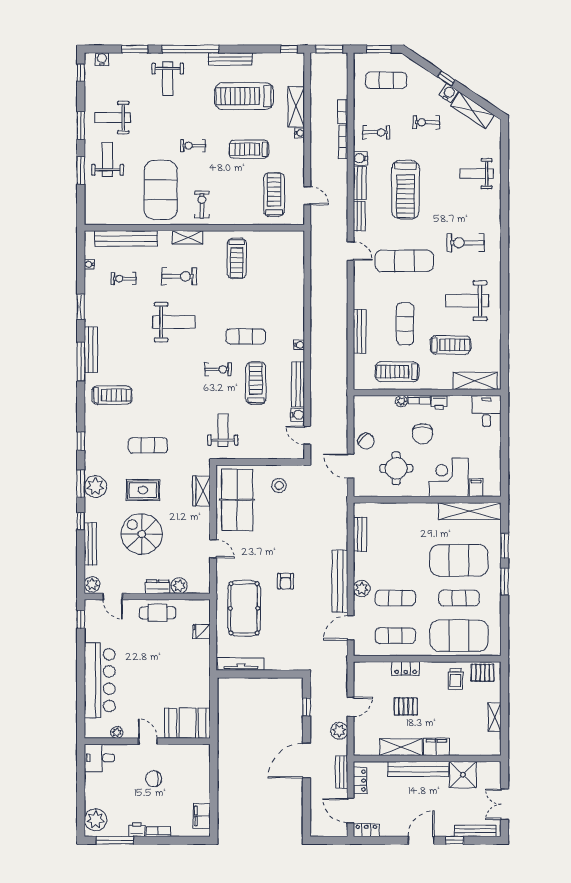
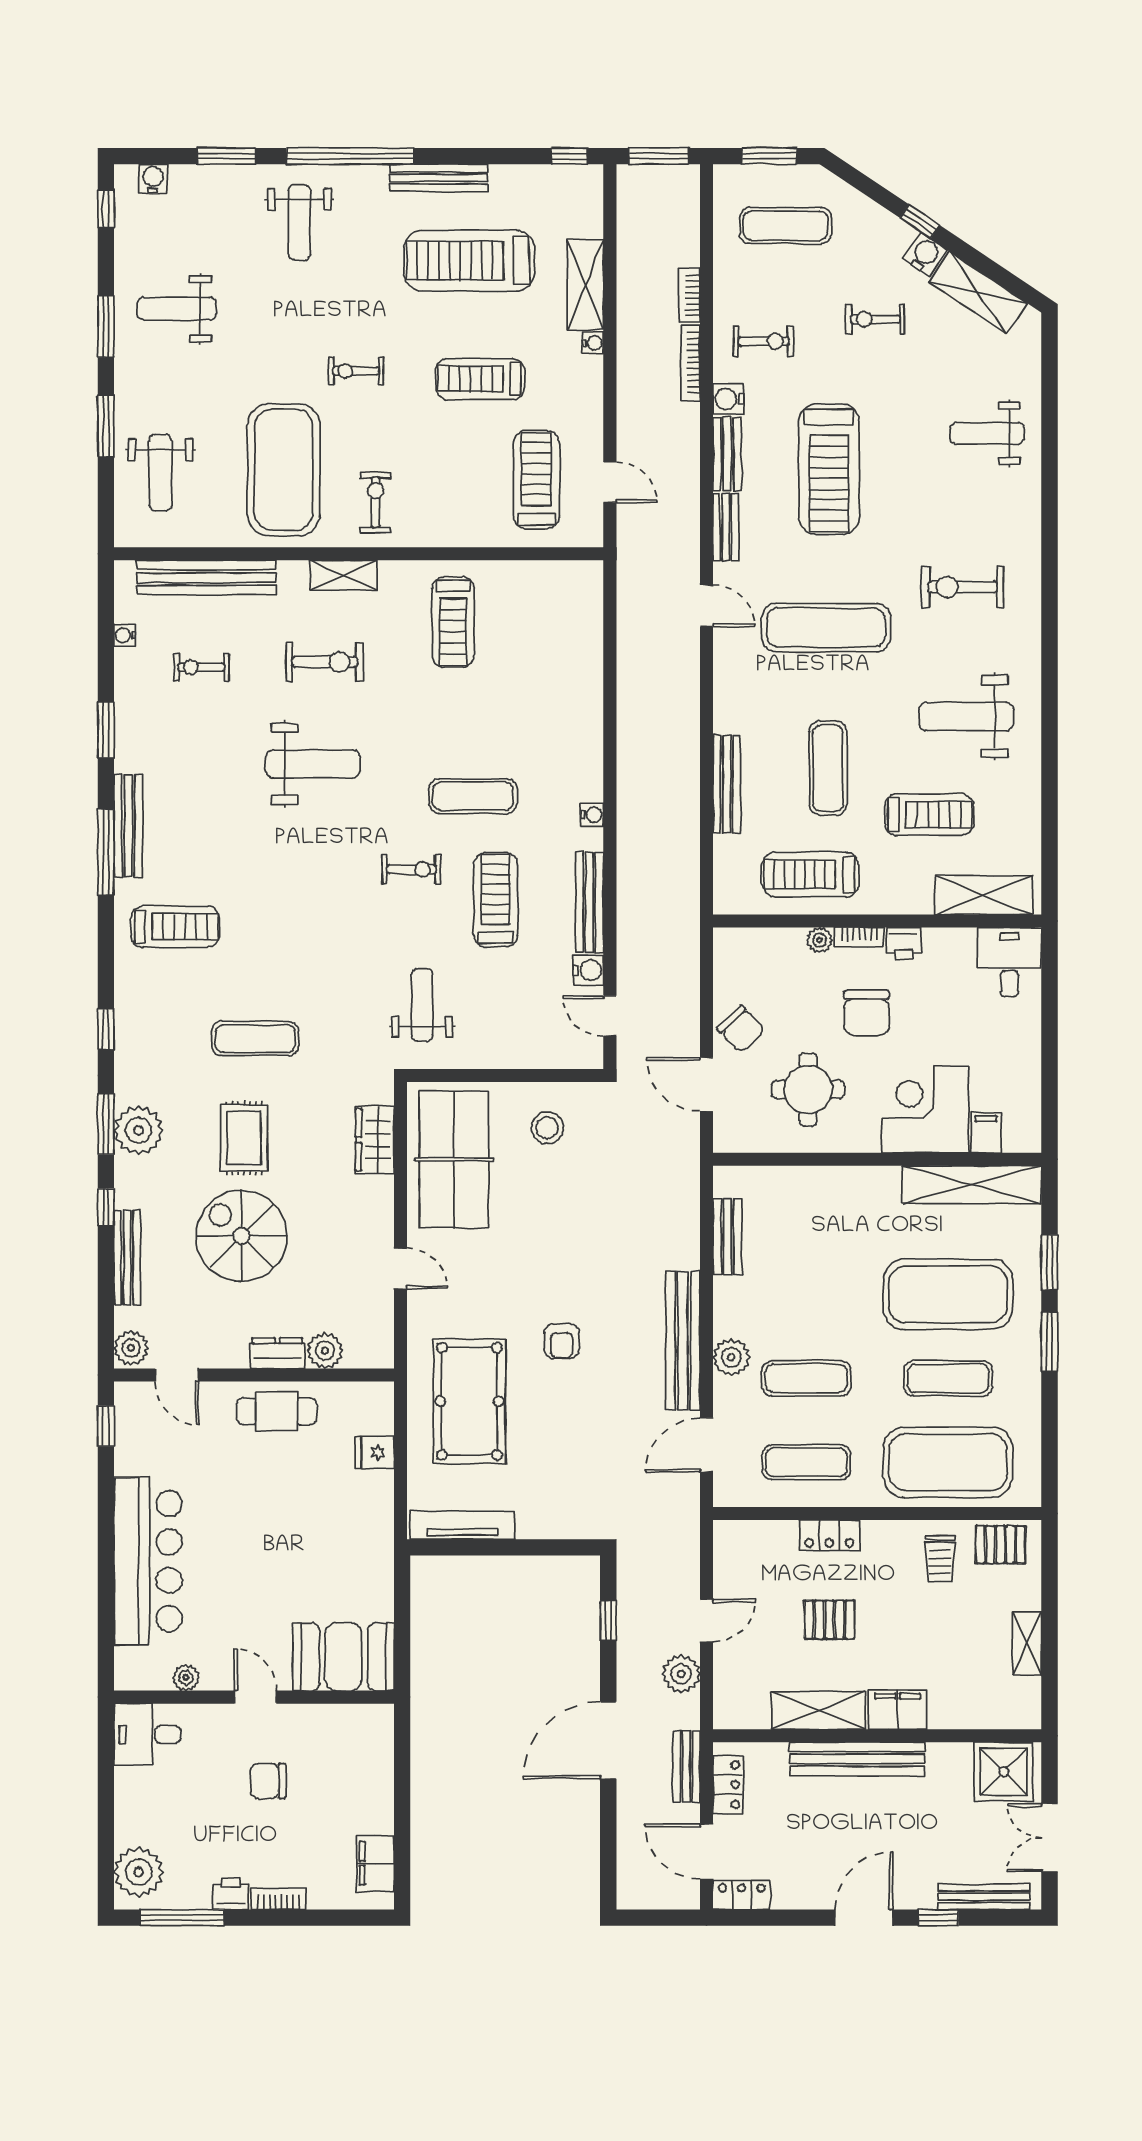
weight bench: (107, 159) -> (160, 473), moved, turned 180
rug: (143, 490) -> (244, 1138), turned 90
shower: (463, 775) -> (1004, 1772), moved

